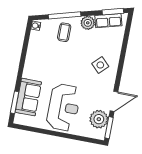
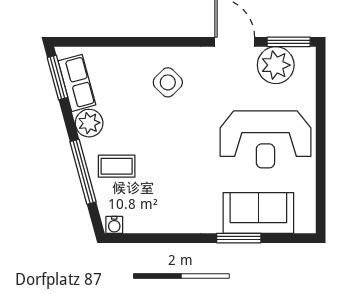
window: (15, 102) -> (239, 238), moved
reception desk: (64, 107) -> (265, 139), turned 180

